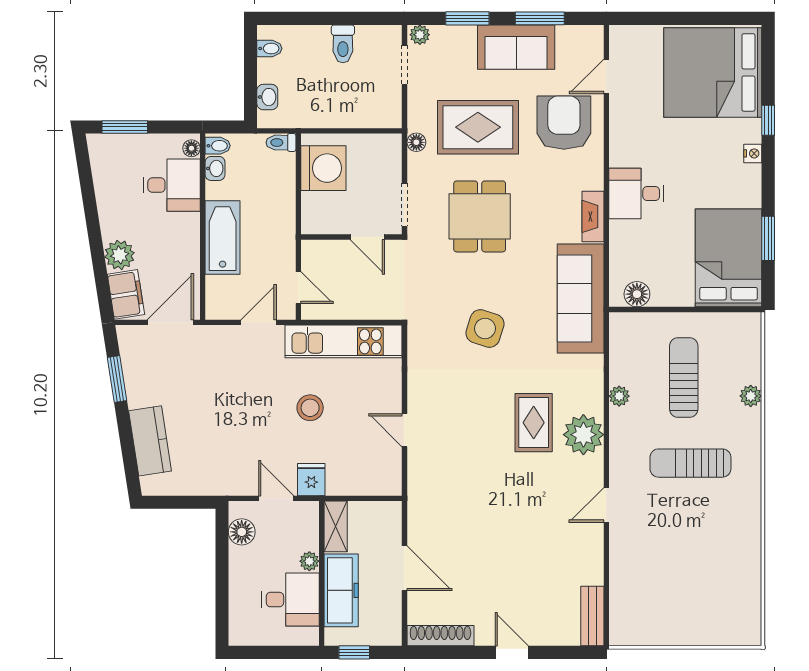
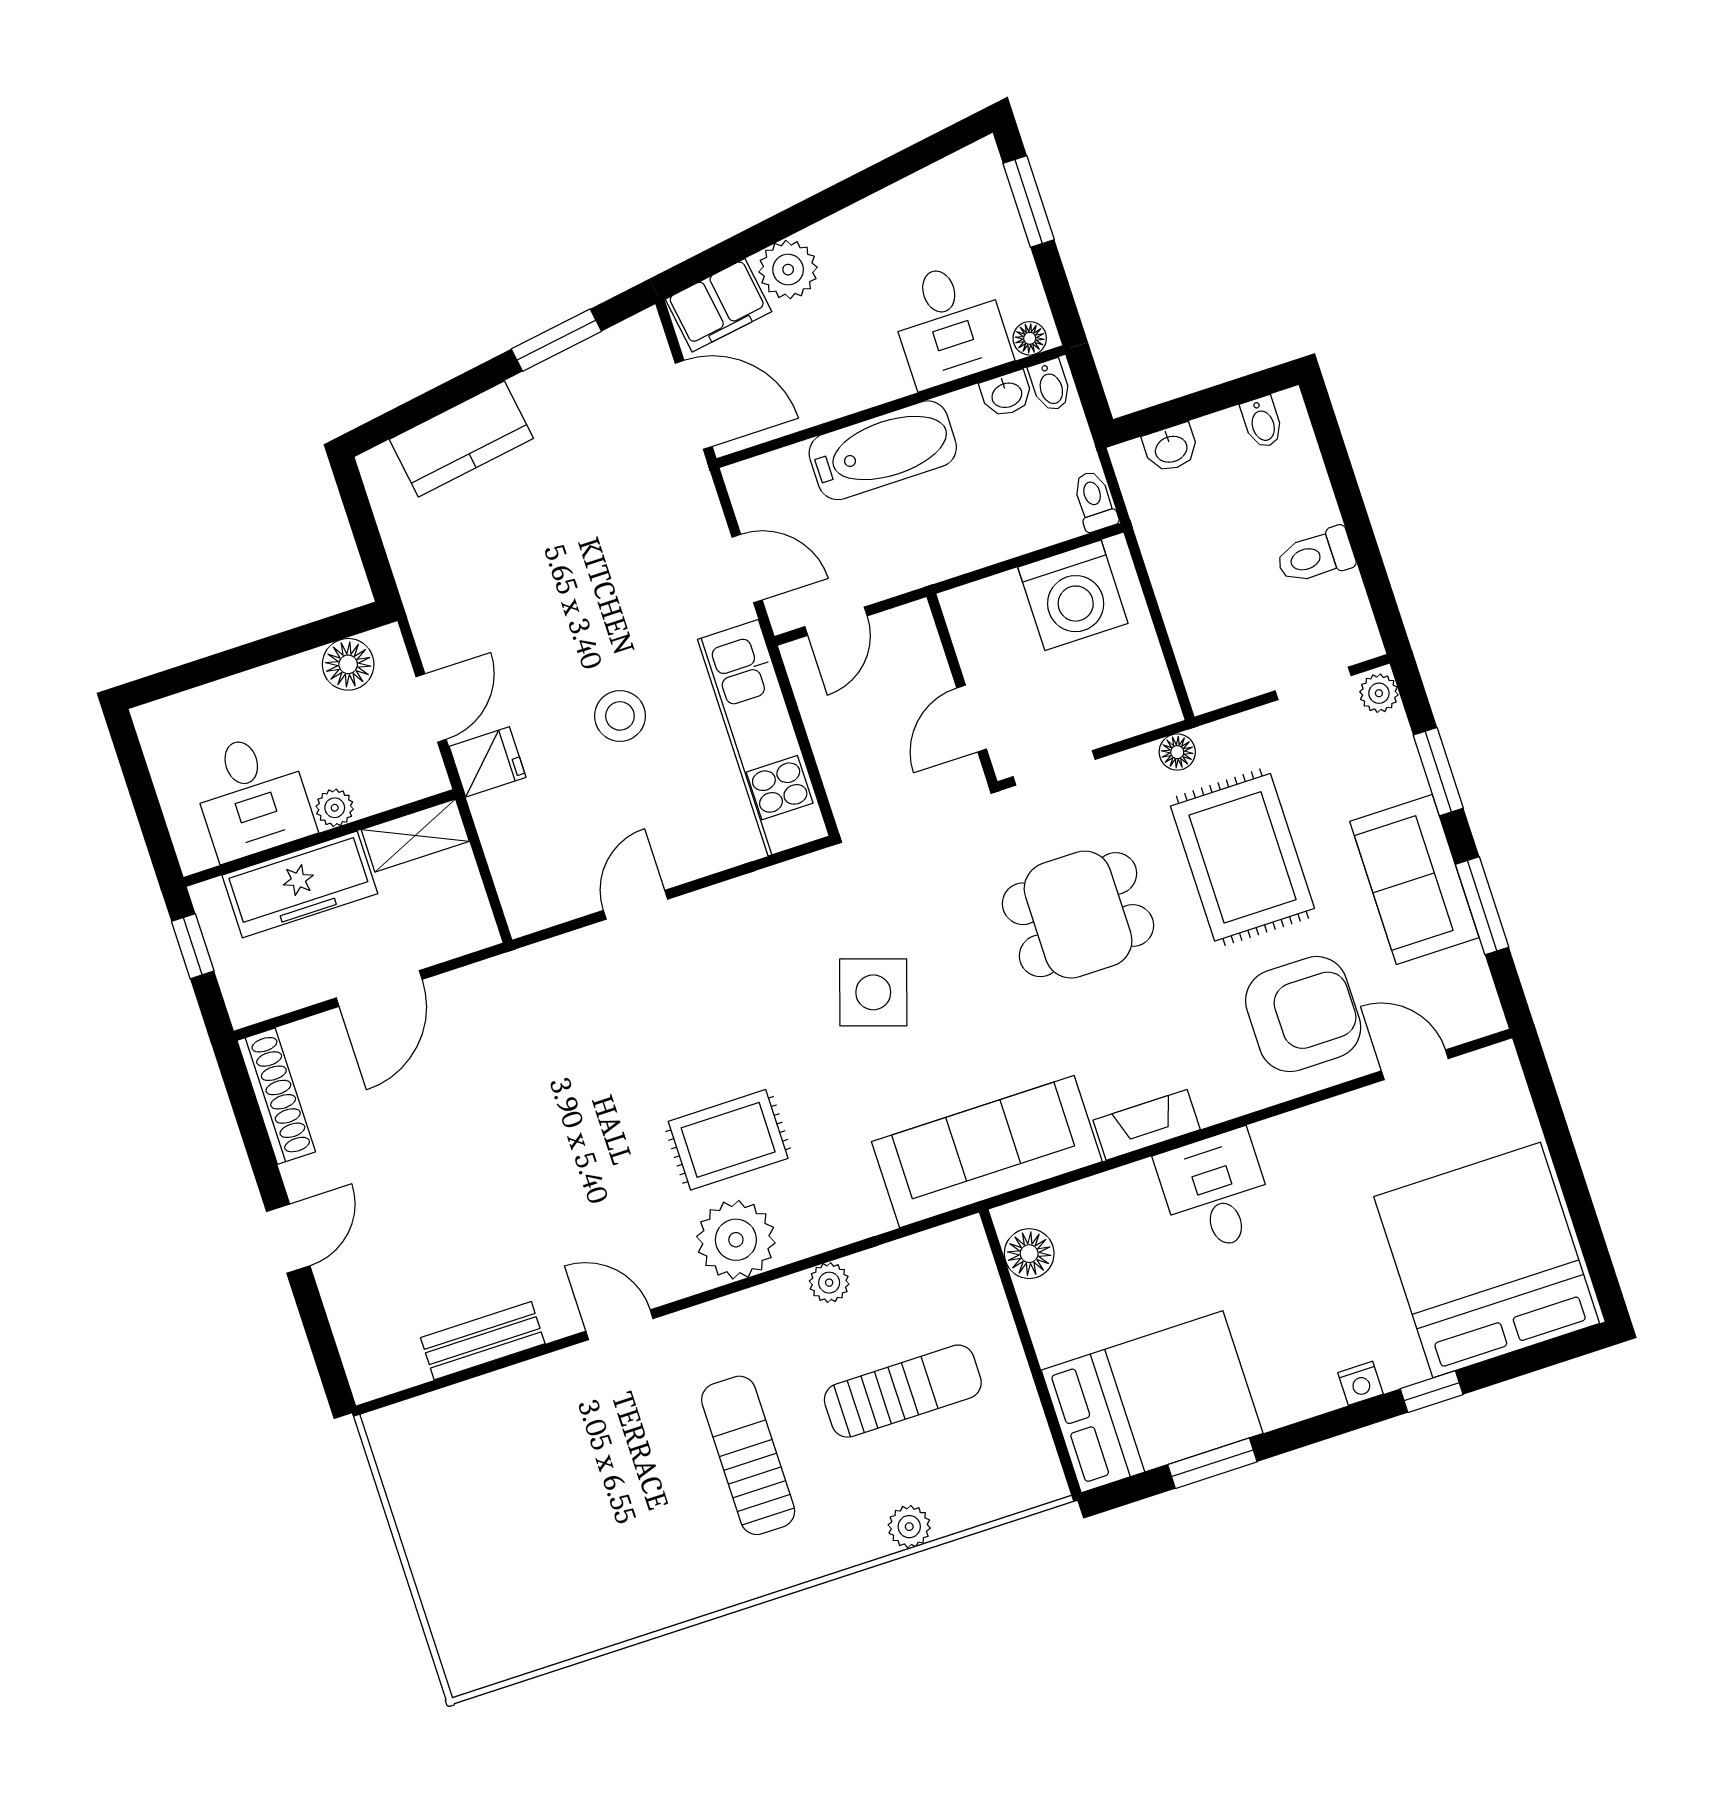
bench: (592, 616) -> (483, 1341), moved

